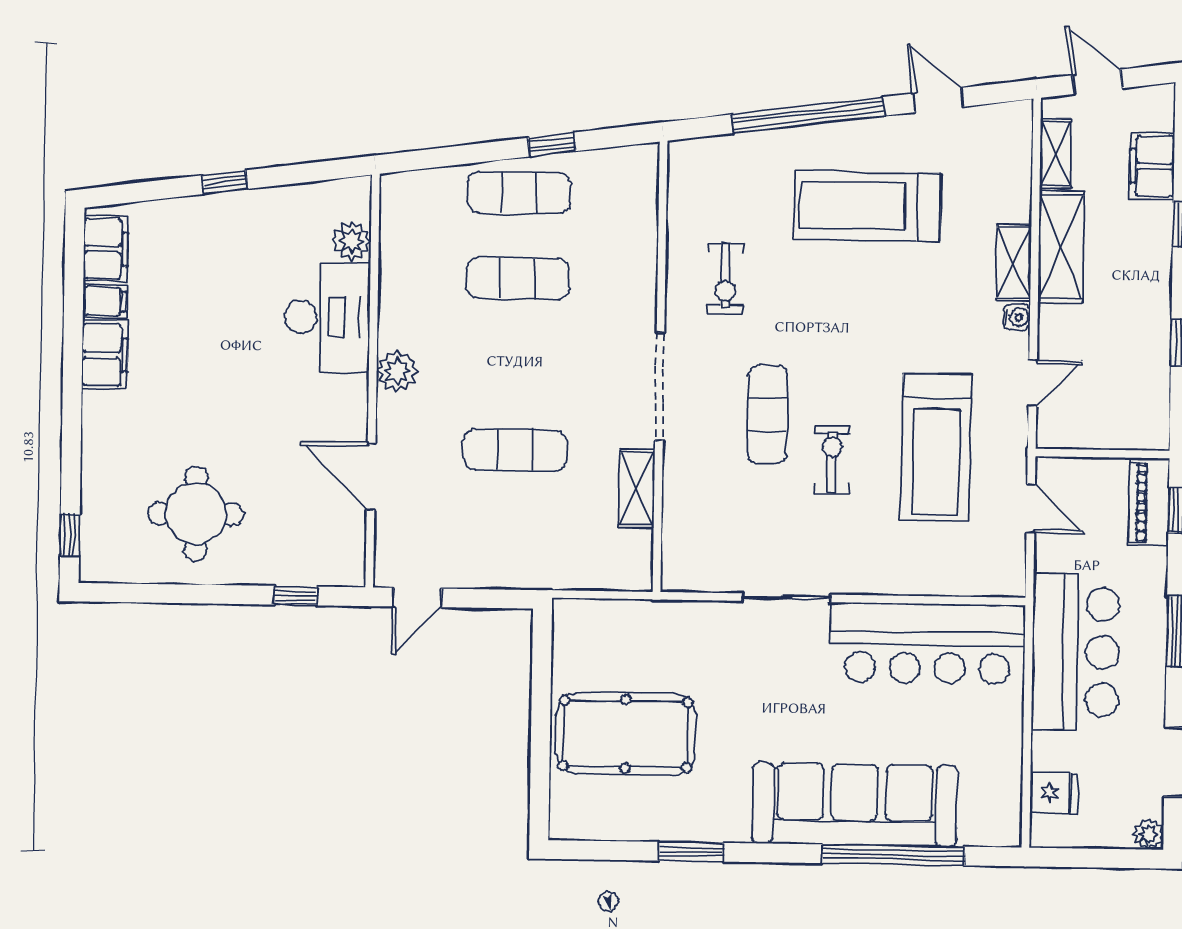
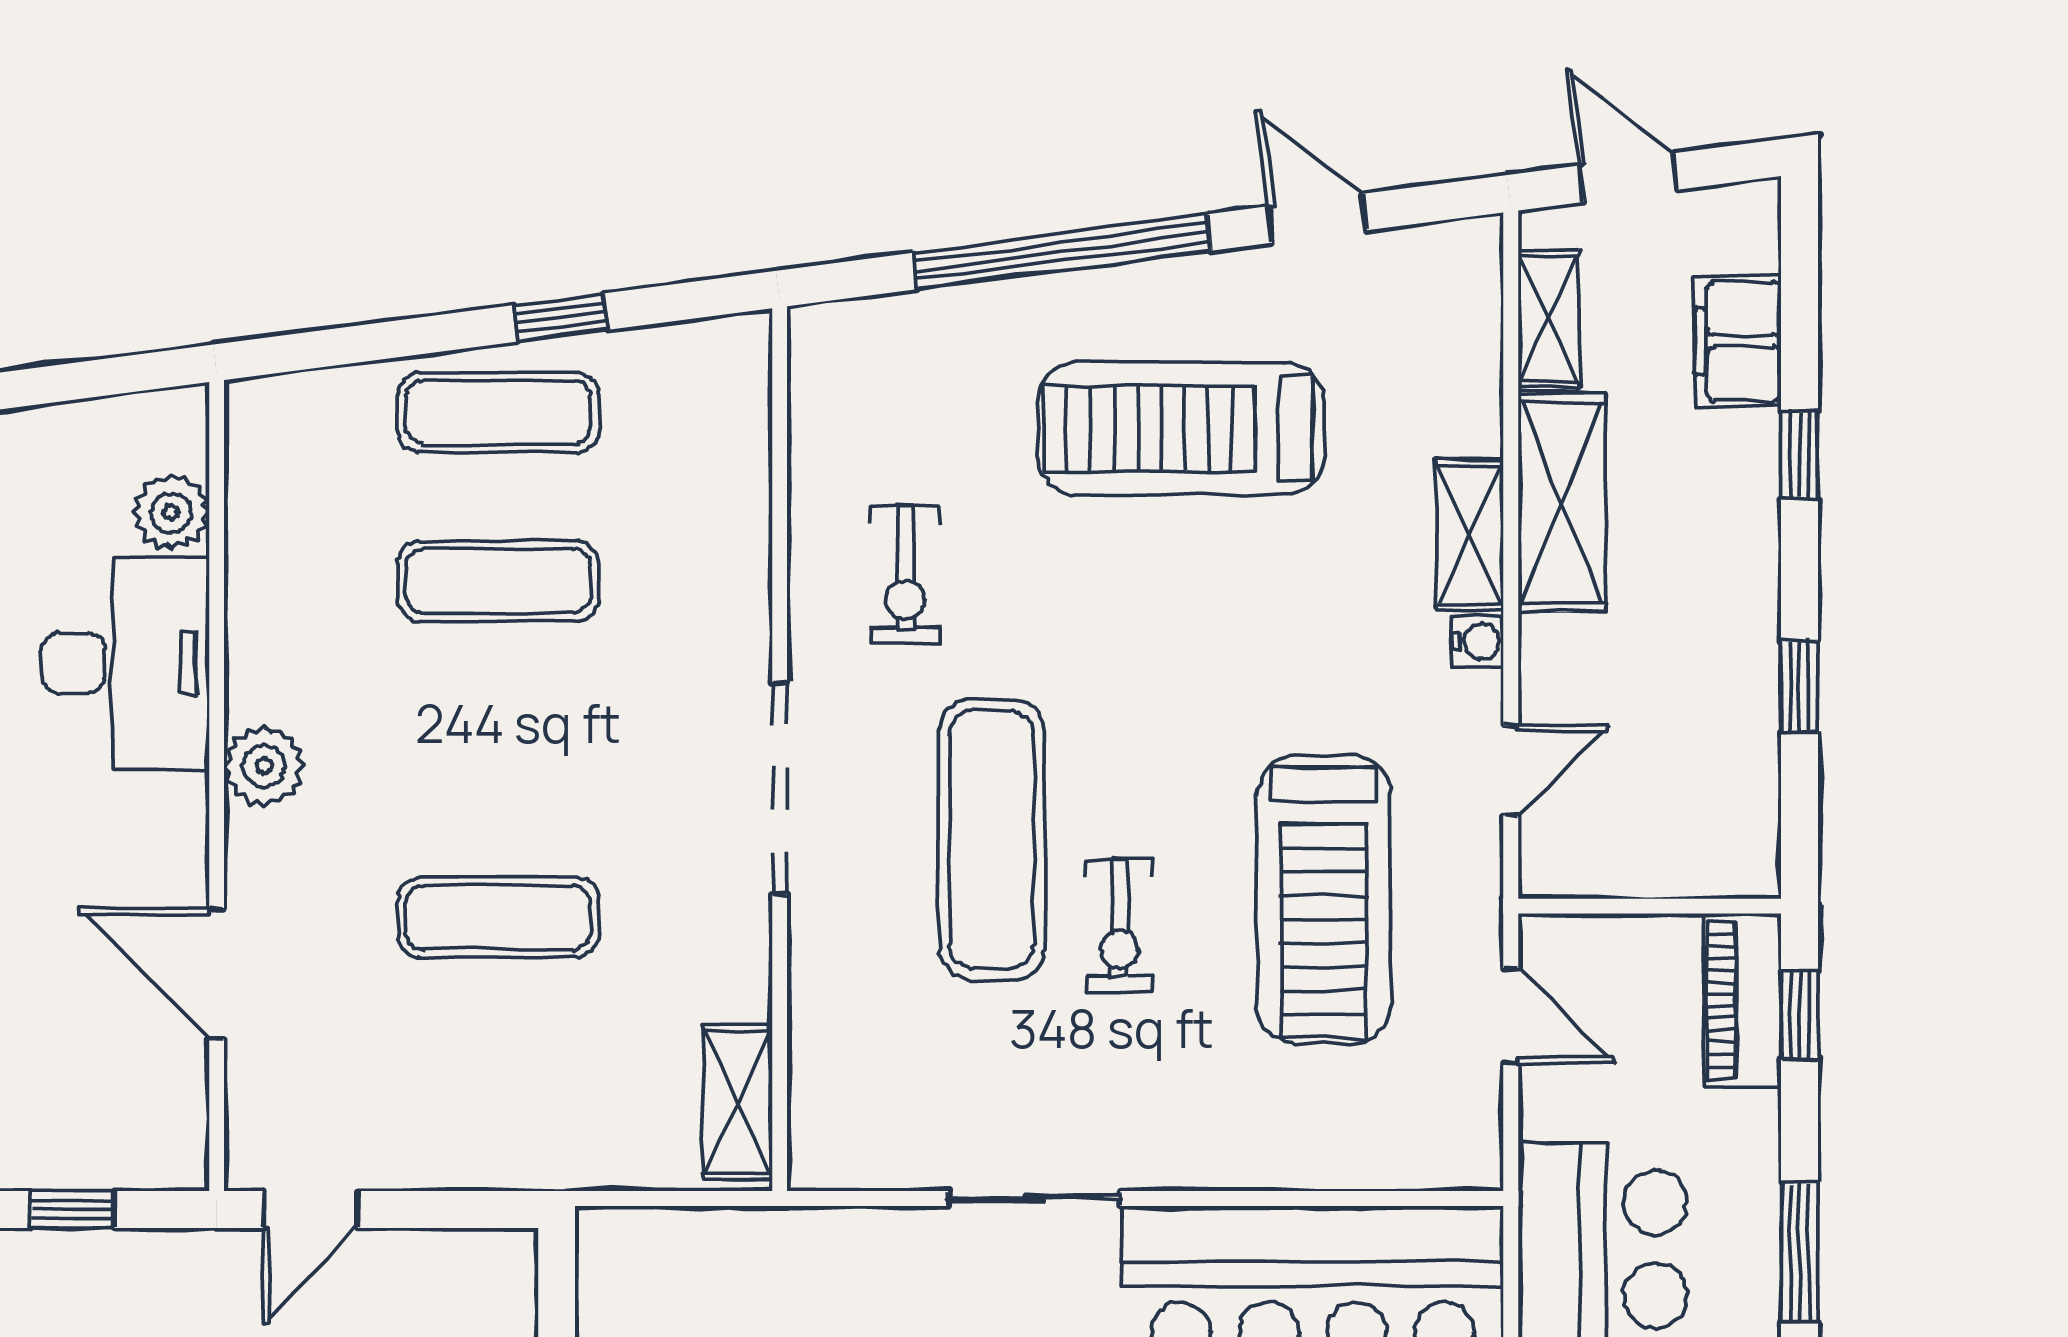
exercise mat: (767, 414) -> (992, 839), width x1.36, depth x1.45
exercise bike: (832, 459) -> (1120, 925), turned 180
shelving: (637, 488) -> (738, 1102), moved

